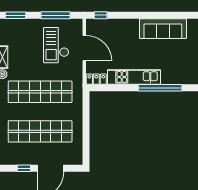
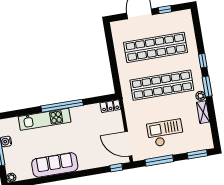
checkout: (56, 45) -> (165, 133), moved, turned -90
door: (84, 48) -> (128, 144), moved
kitchen unit: (134, 77) -> (45, 119), moved
window: (160, 88) -> (62, 106), moved

